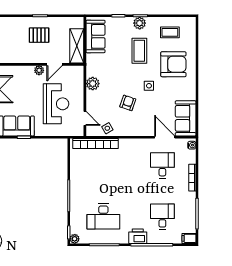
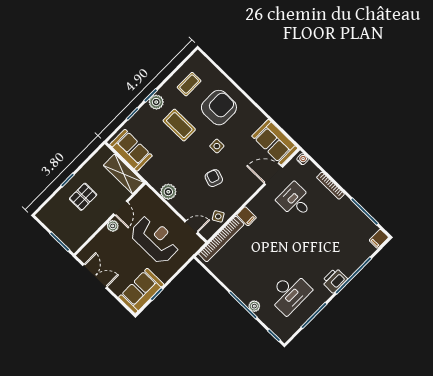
filing cabinet: (124, 145) -> (247, 216), added
desk: (162, 217) -> (338, 243), removed
plant: (75, 239) -> (254, 306), moved

